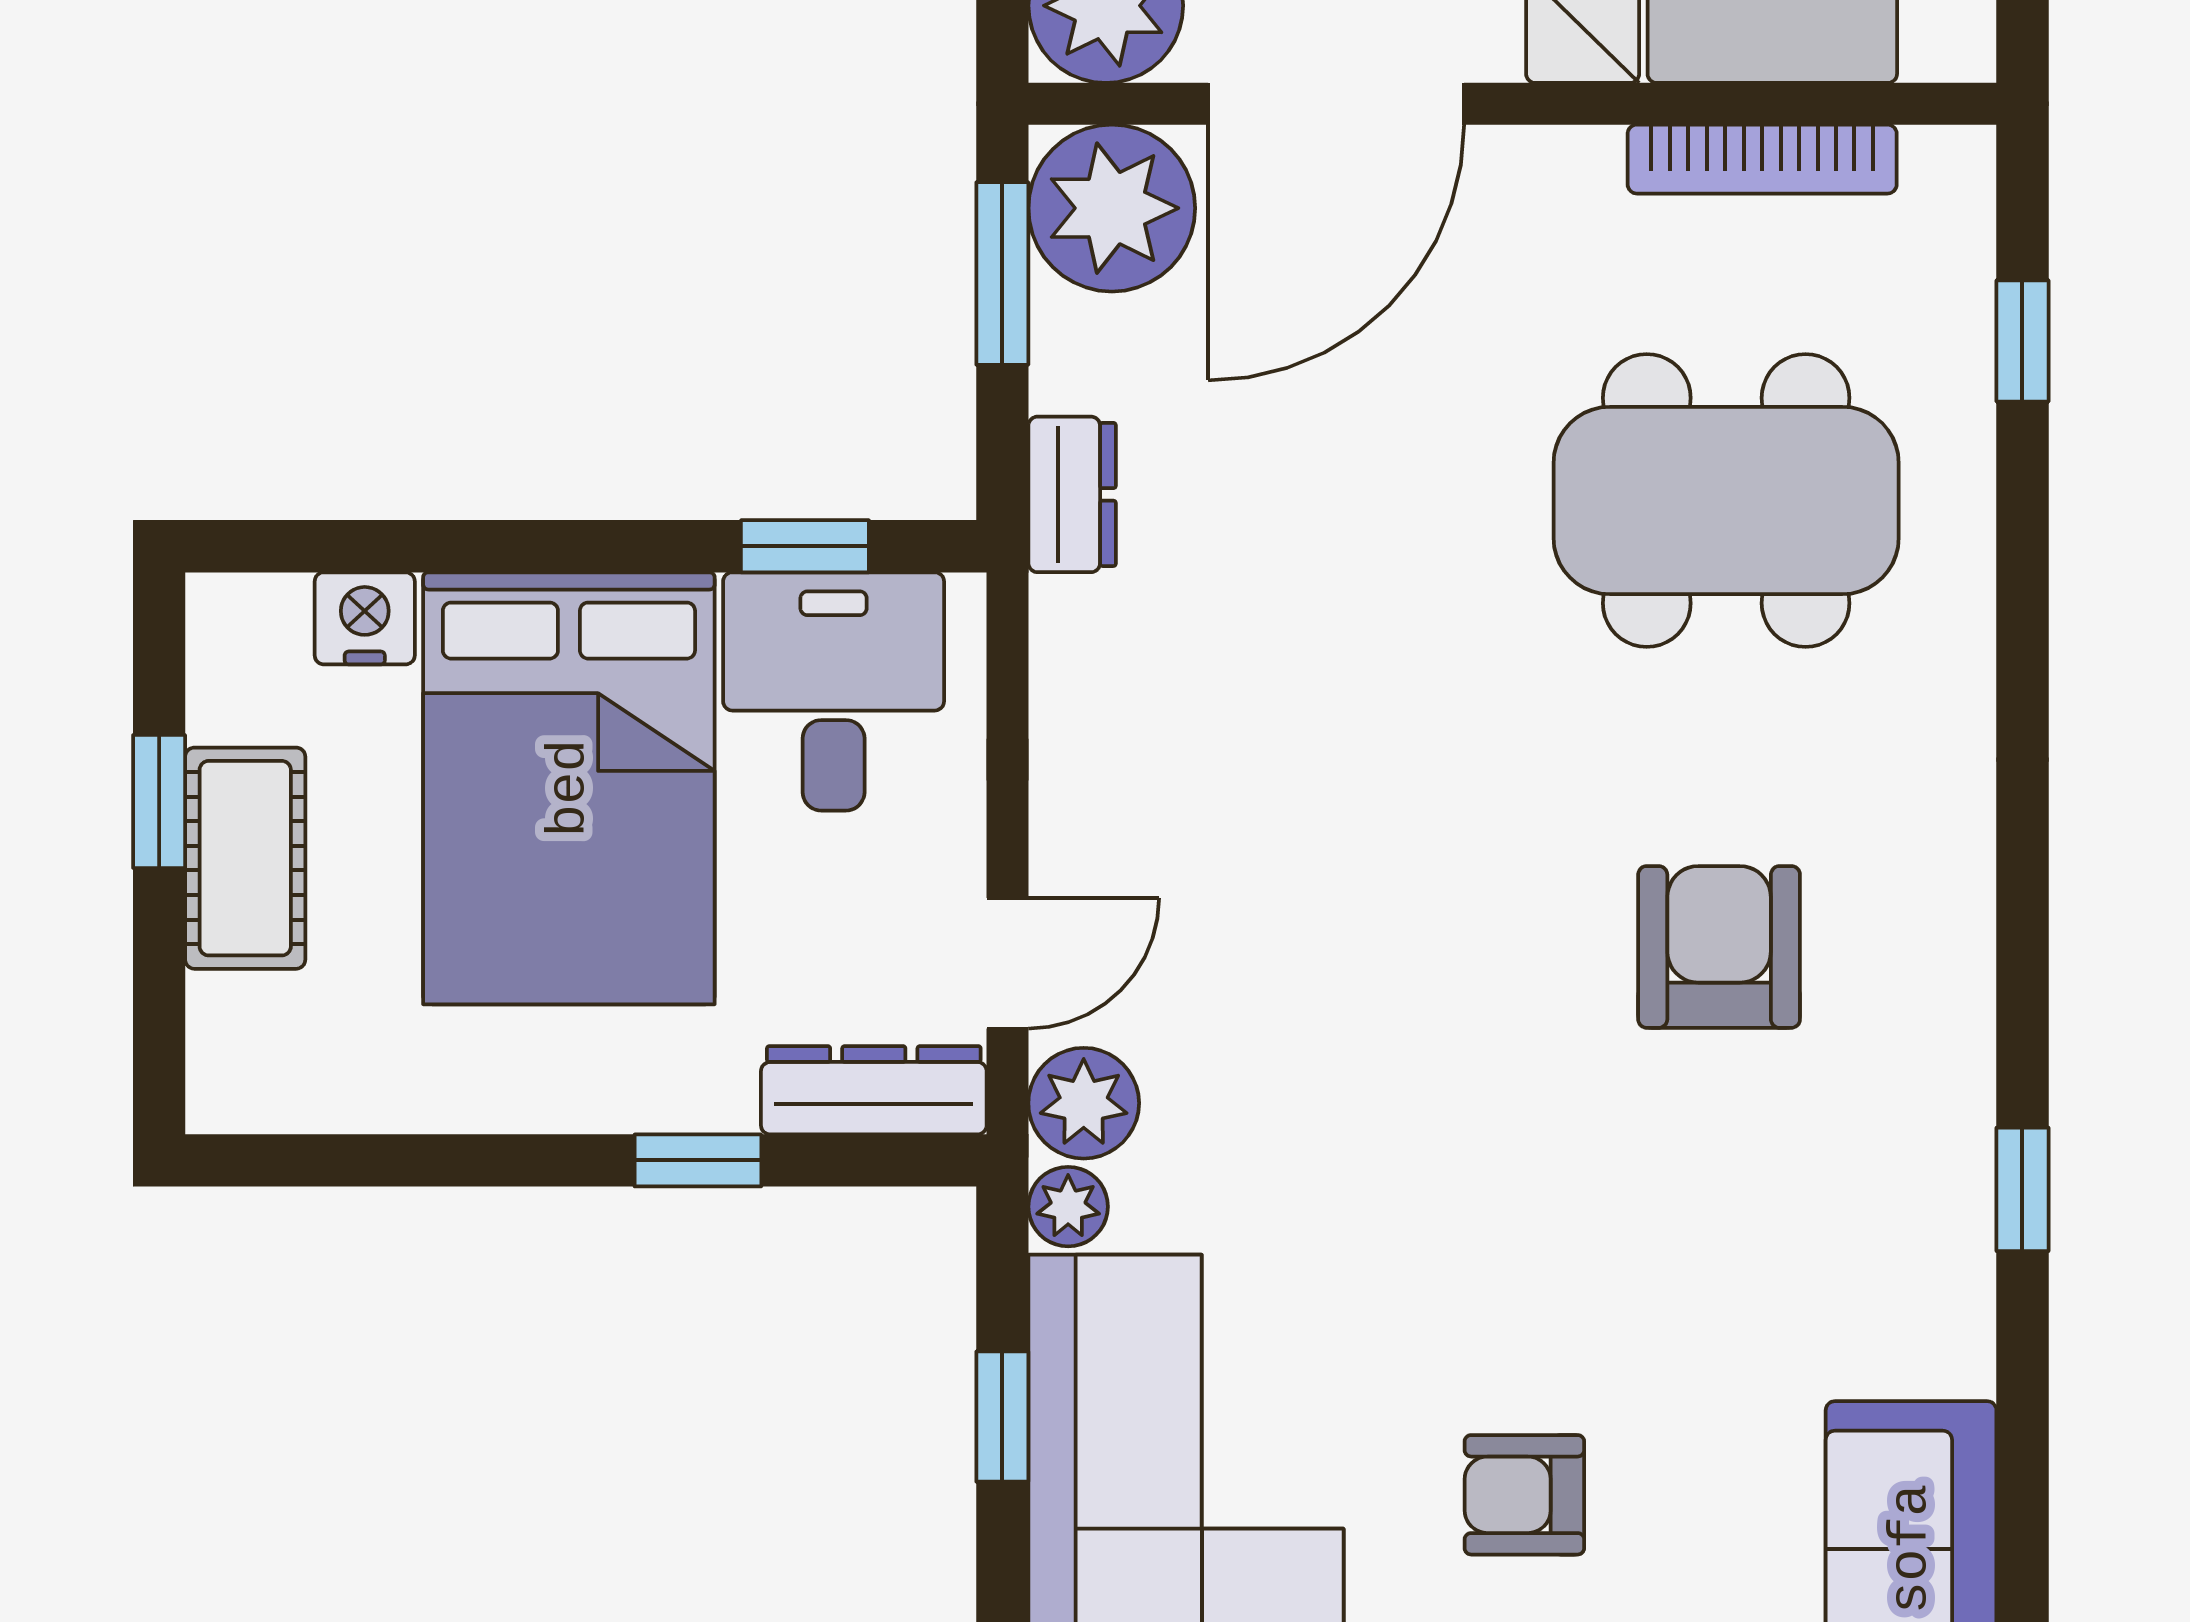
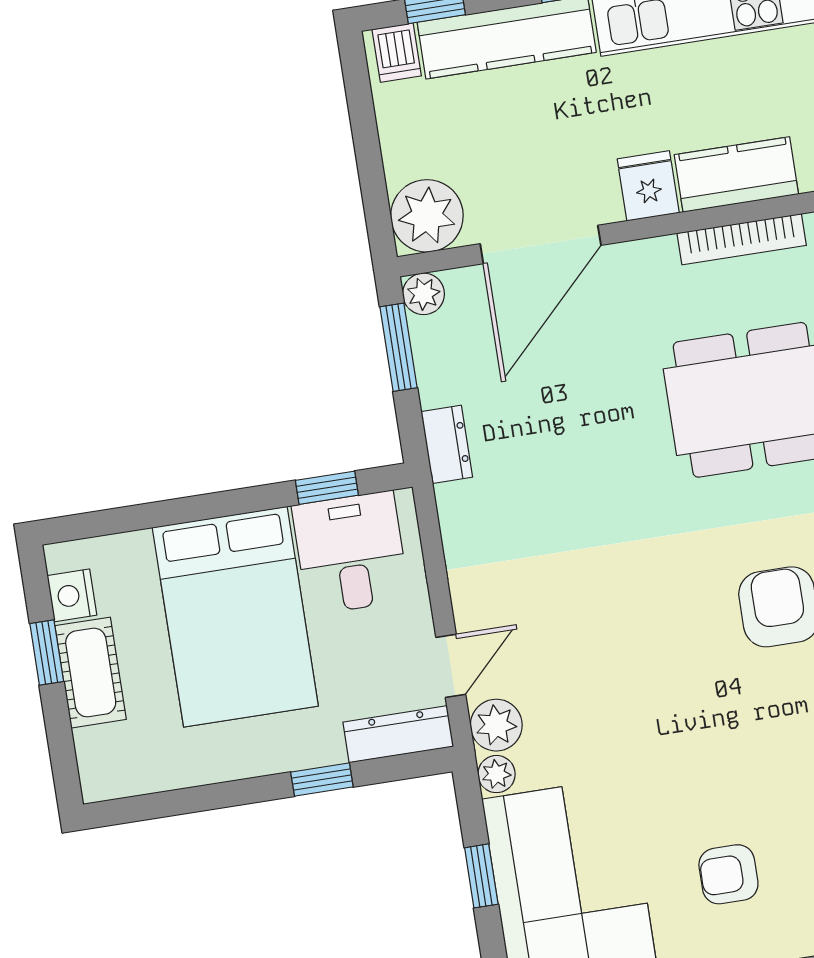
plant: (1112, 208) -> (424, 294), width x0.53, depth x0.53
nightstand: (365, 618) -> (72, 595), moved, turned -90

